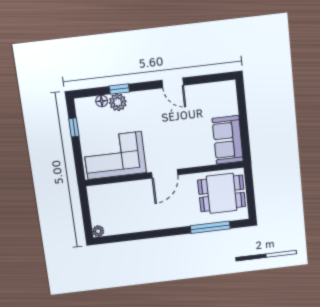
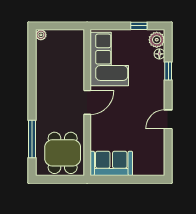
plant: (118, 102) -> (157, 40), moved
door: (165, 174) -> (87, 102), swing flipped

